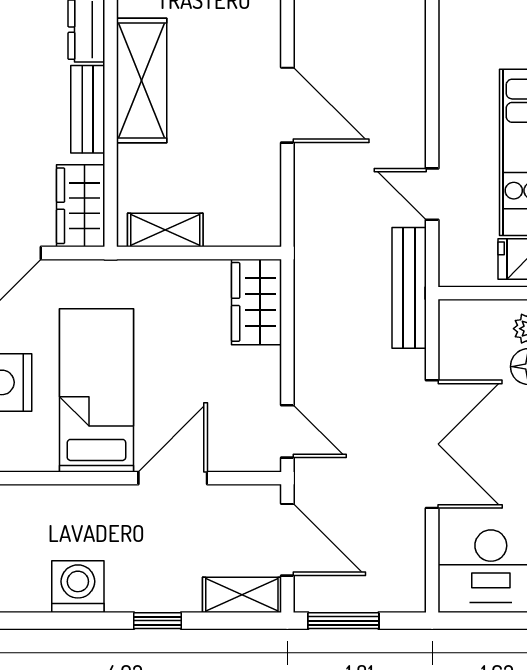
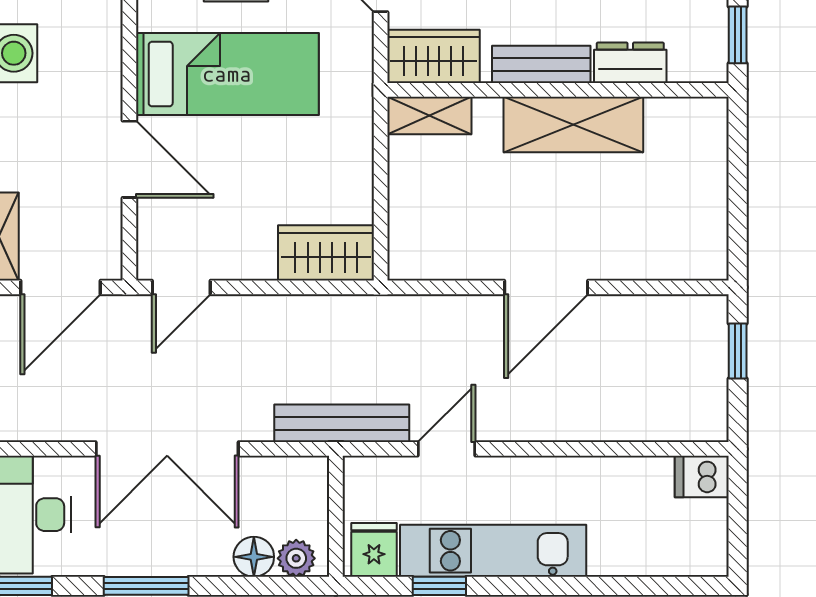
shelving: (165, 230) -> (429, 115), moved, turned 90

